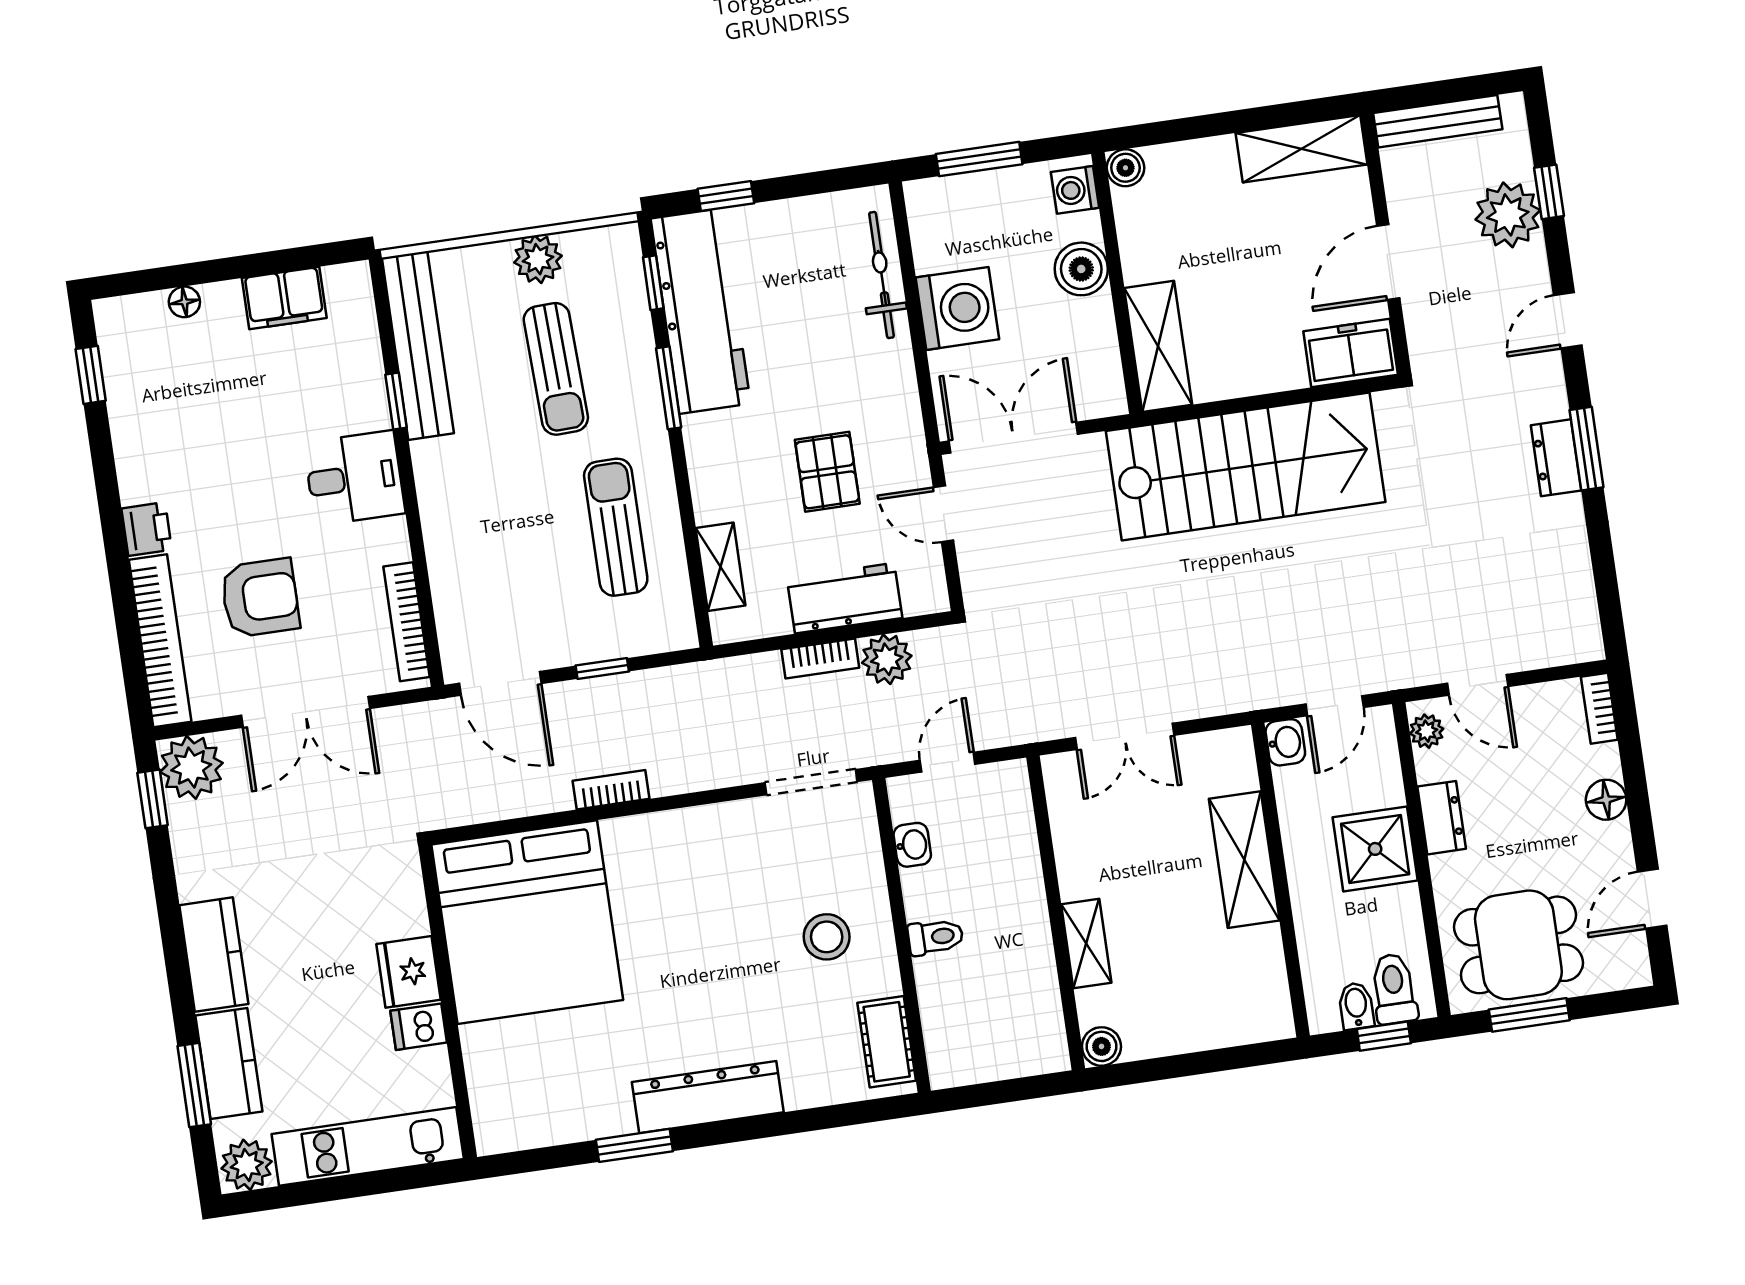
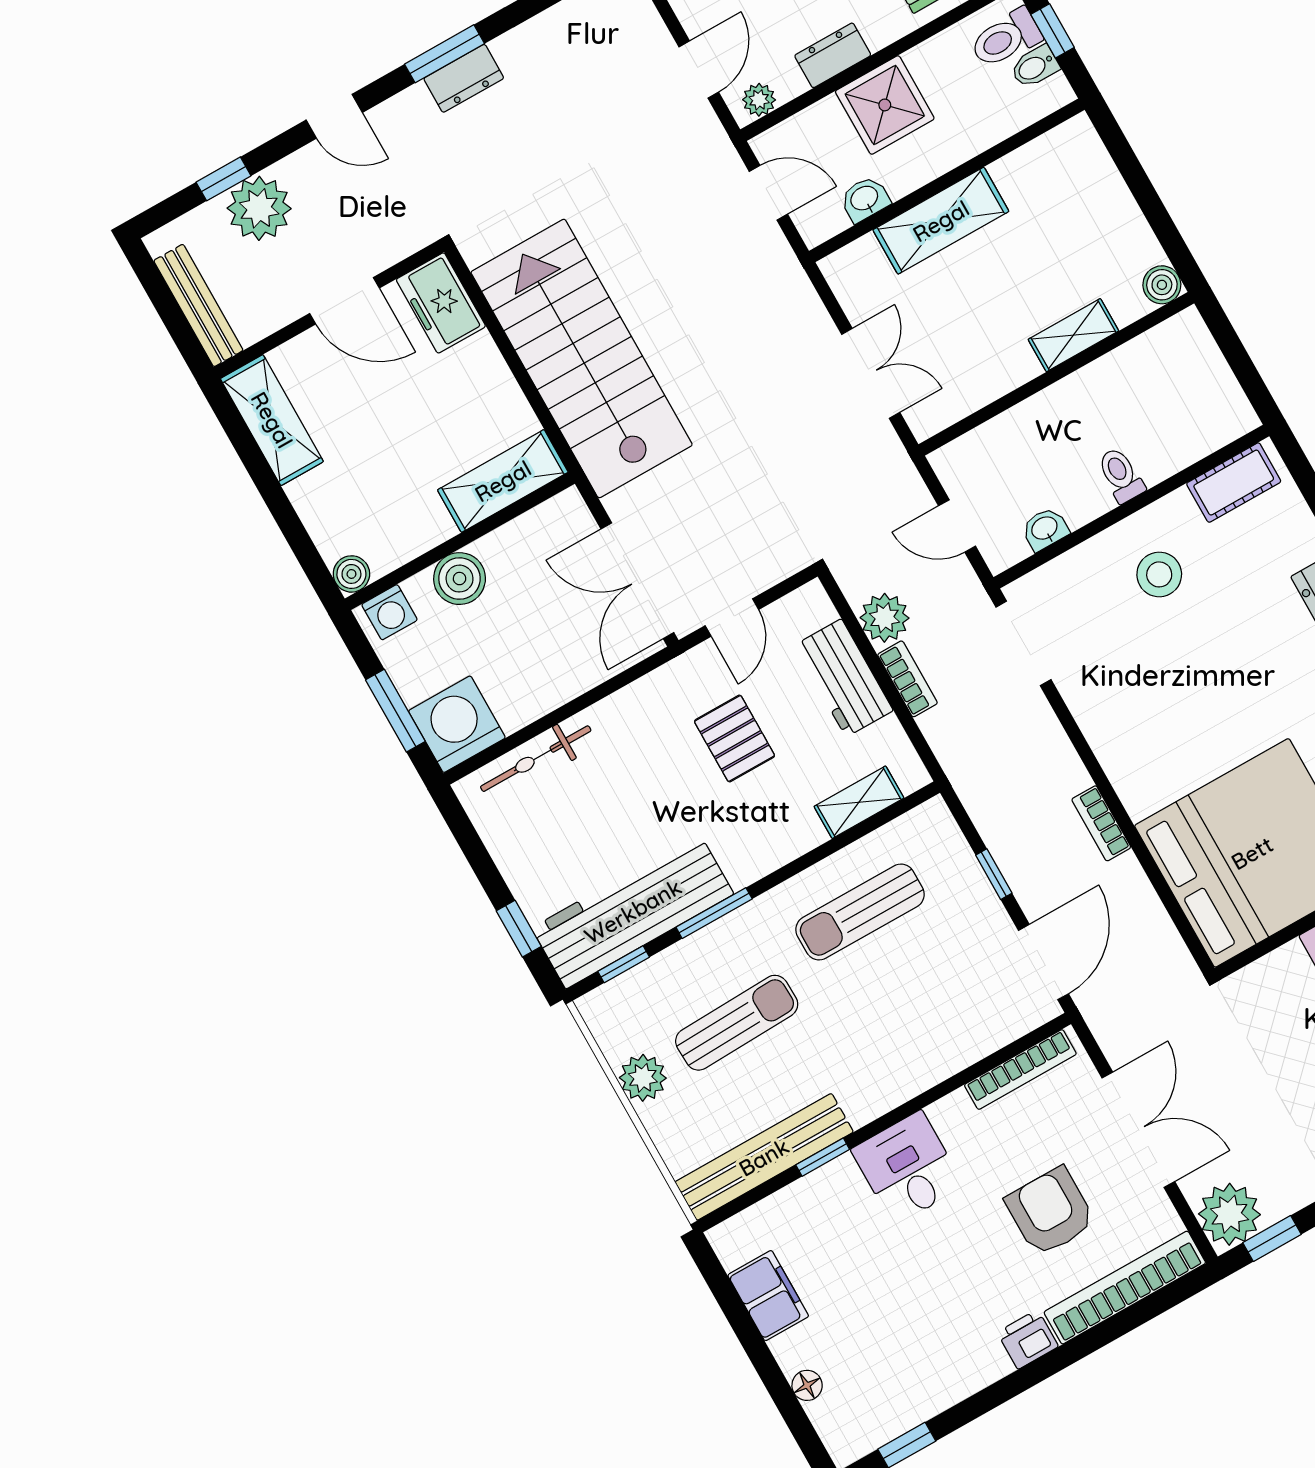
washing machine: (957, 308) -> (457, 724), moved
pallet: (827, 472) -> (735, 739), turned 90
washbasin: (1285, 742) -> (865, 199), moved

